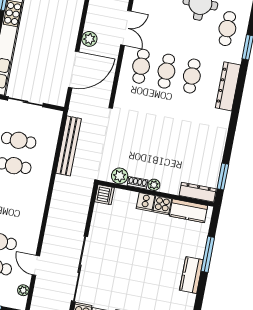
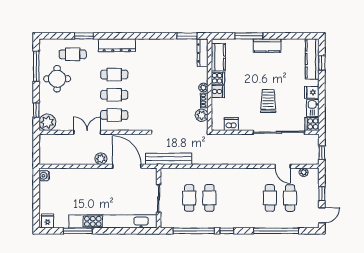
bench: (69, 146) -> (169, 159), moved
dishwasher: (104, 195) -> (231, 124), moved
trolley: (121, 263) -> (268, 101), added
door: (36, 265) -> (283, 166), hinge flipped

